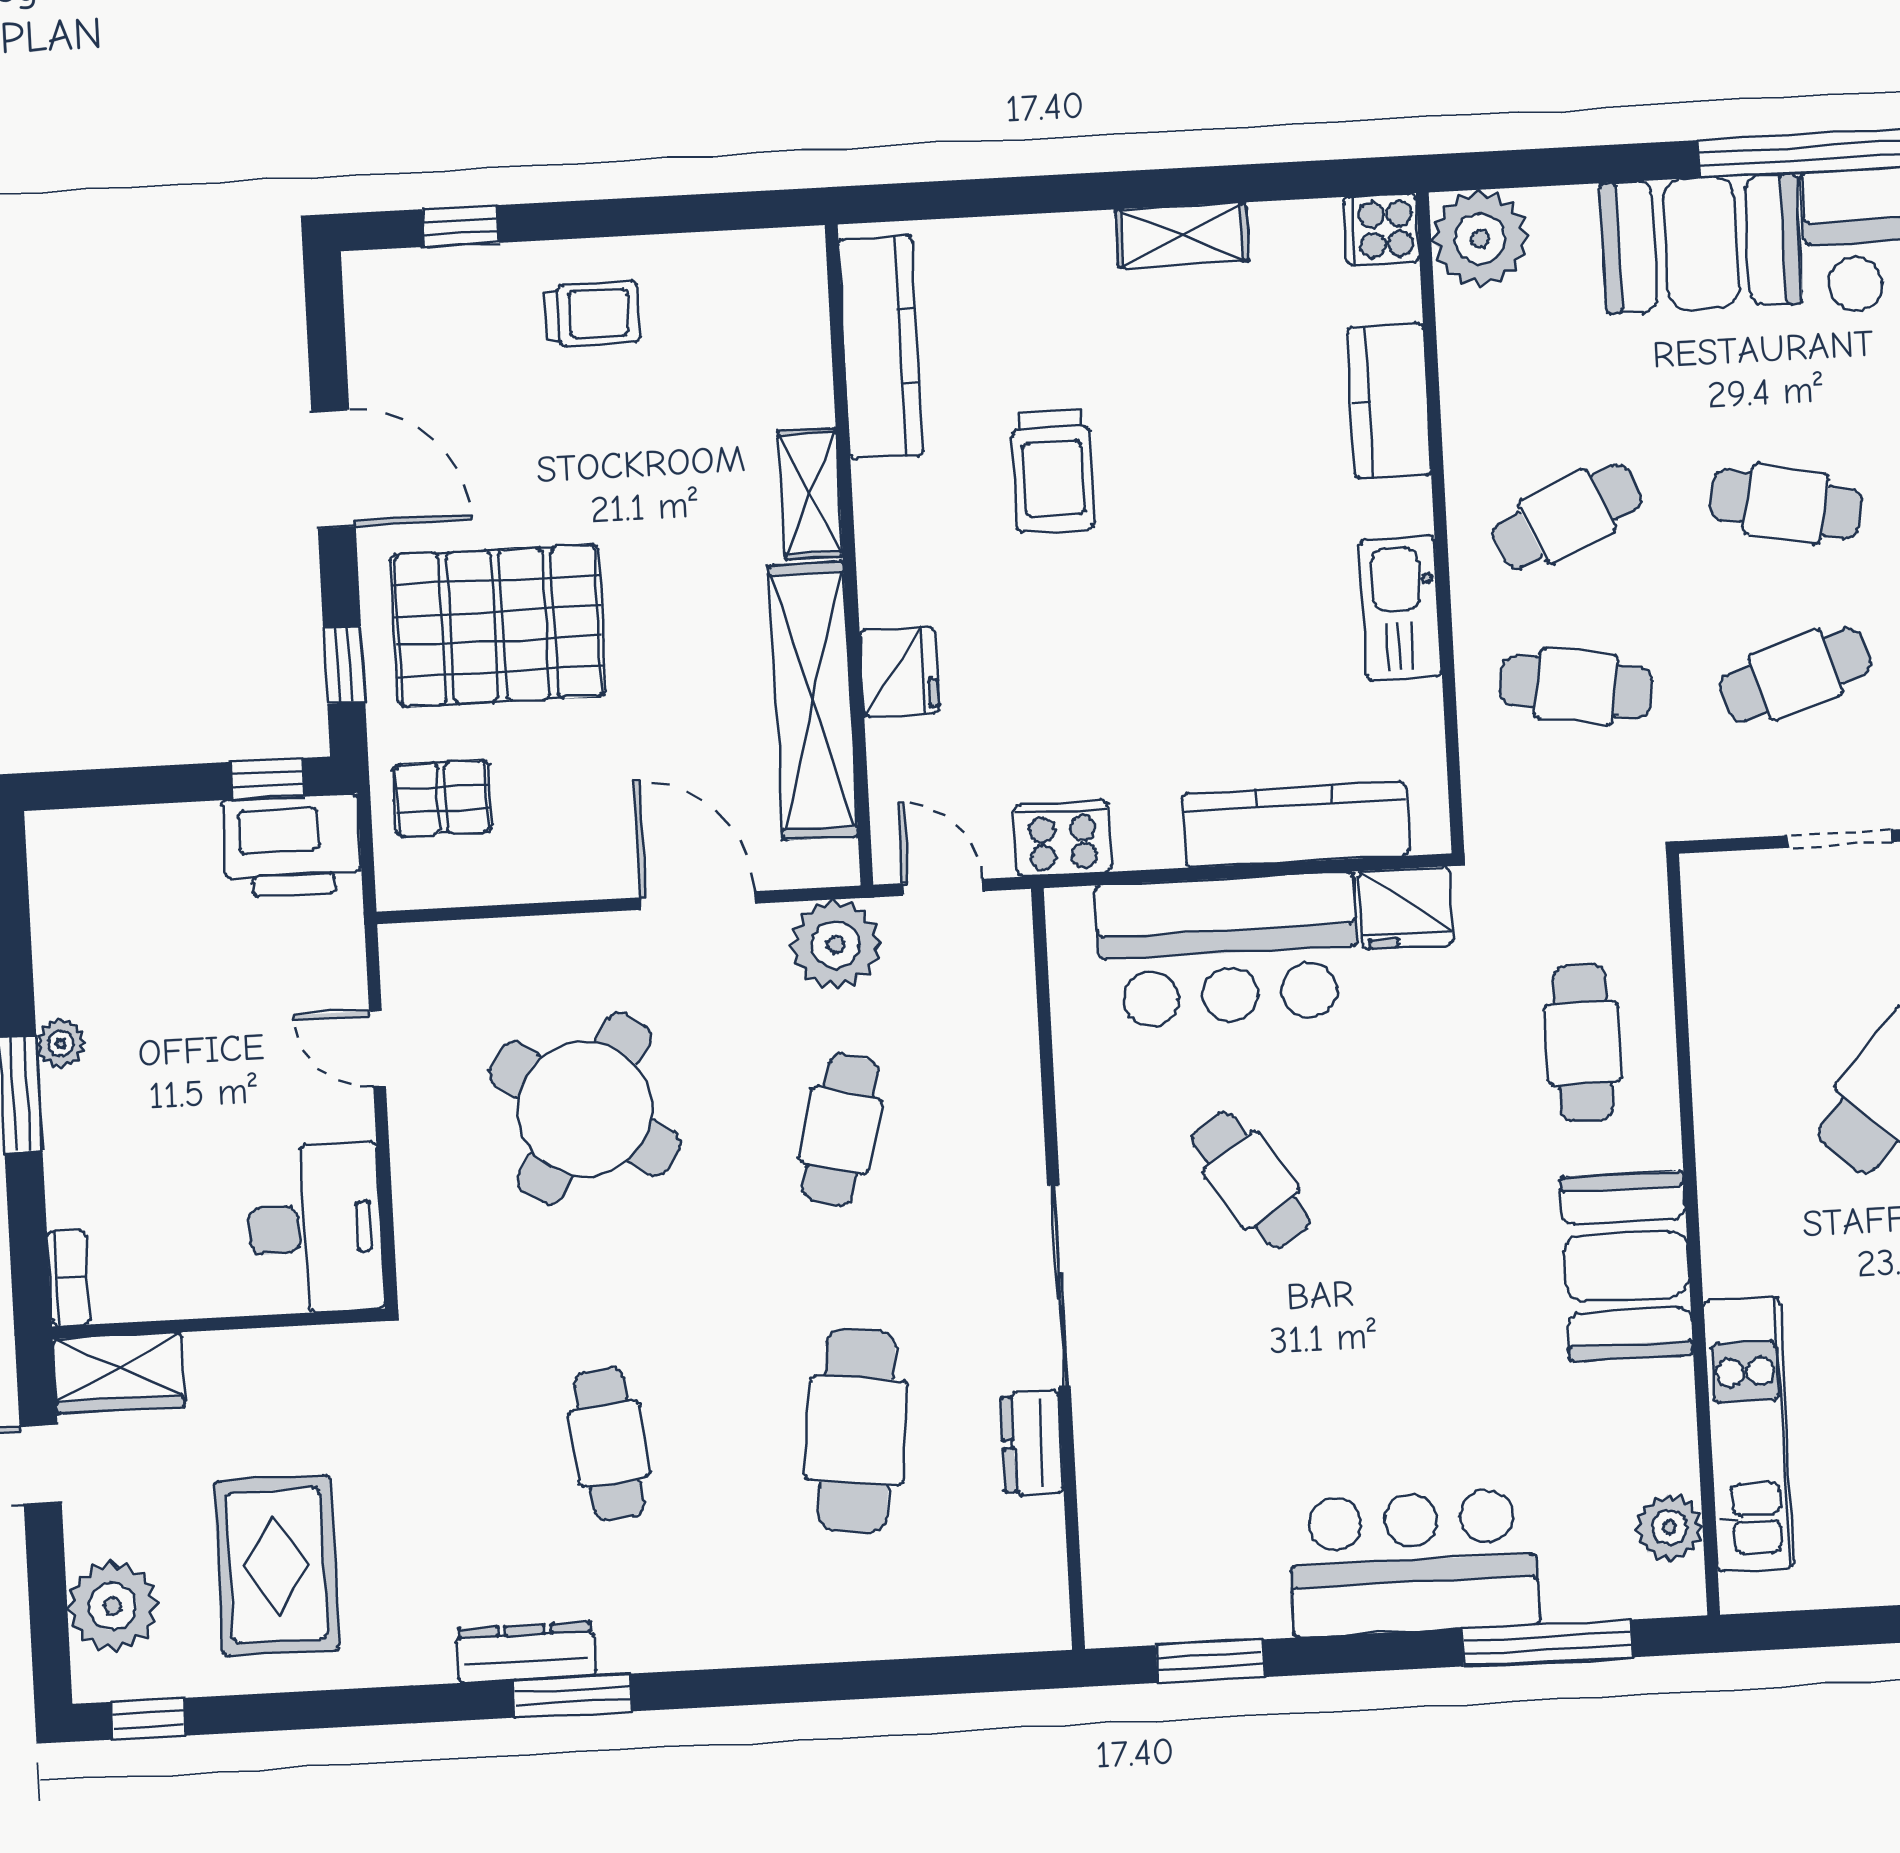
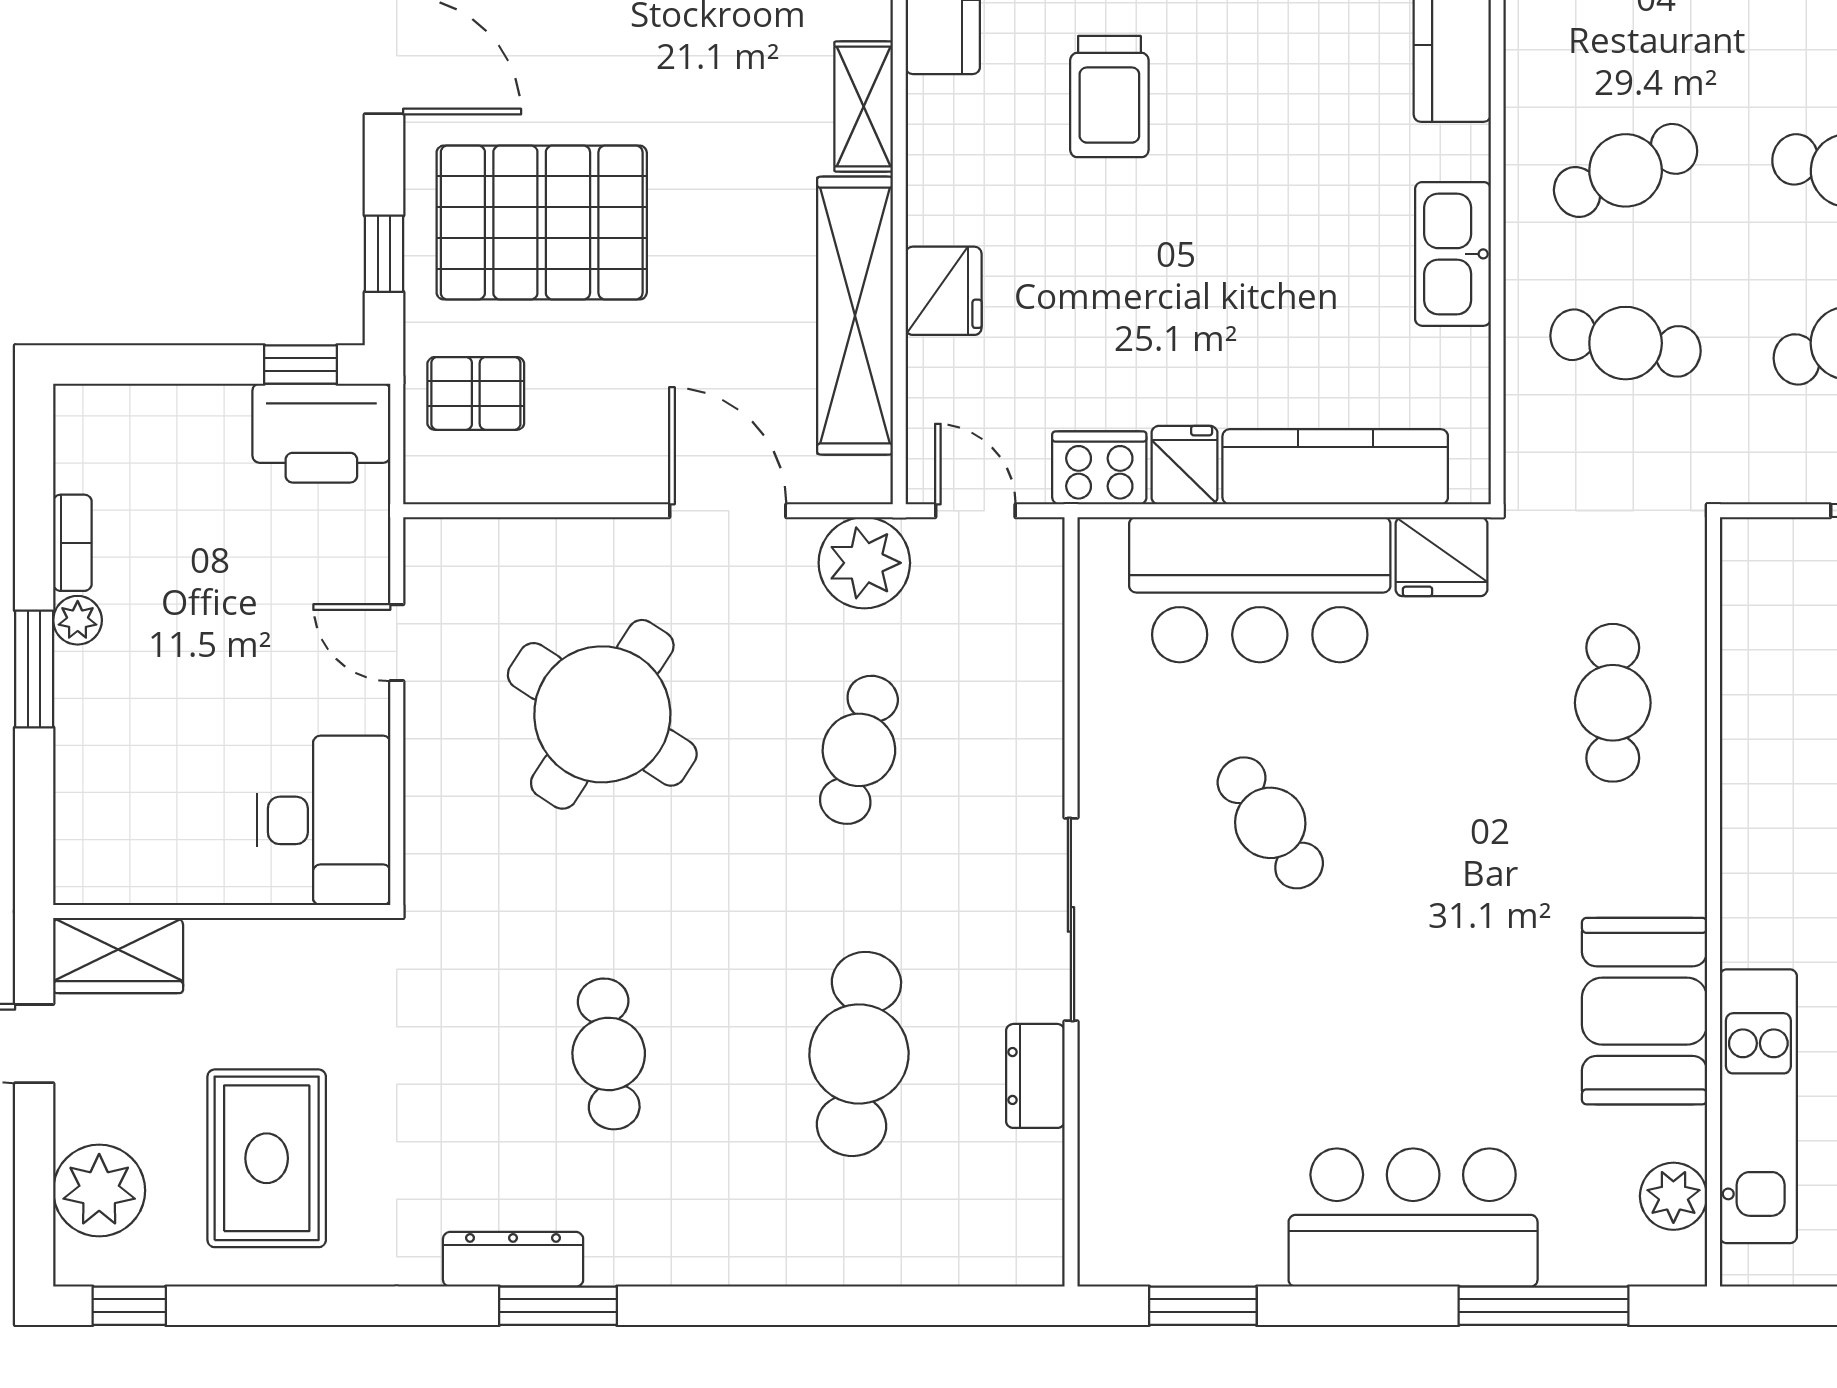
fridge: (1147, 831) -> (1184, 465), added
booth: (1627, 1266) -> (1645, 1011), moved
bookcase: (68, 1278) -> (72, 543), moved

